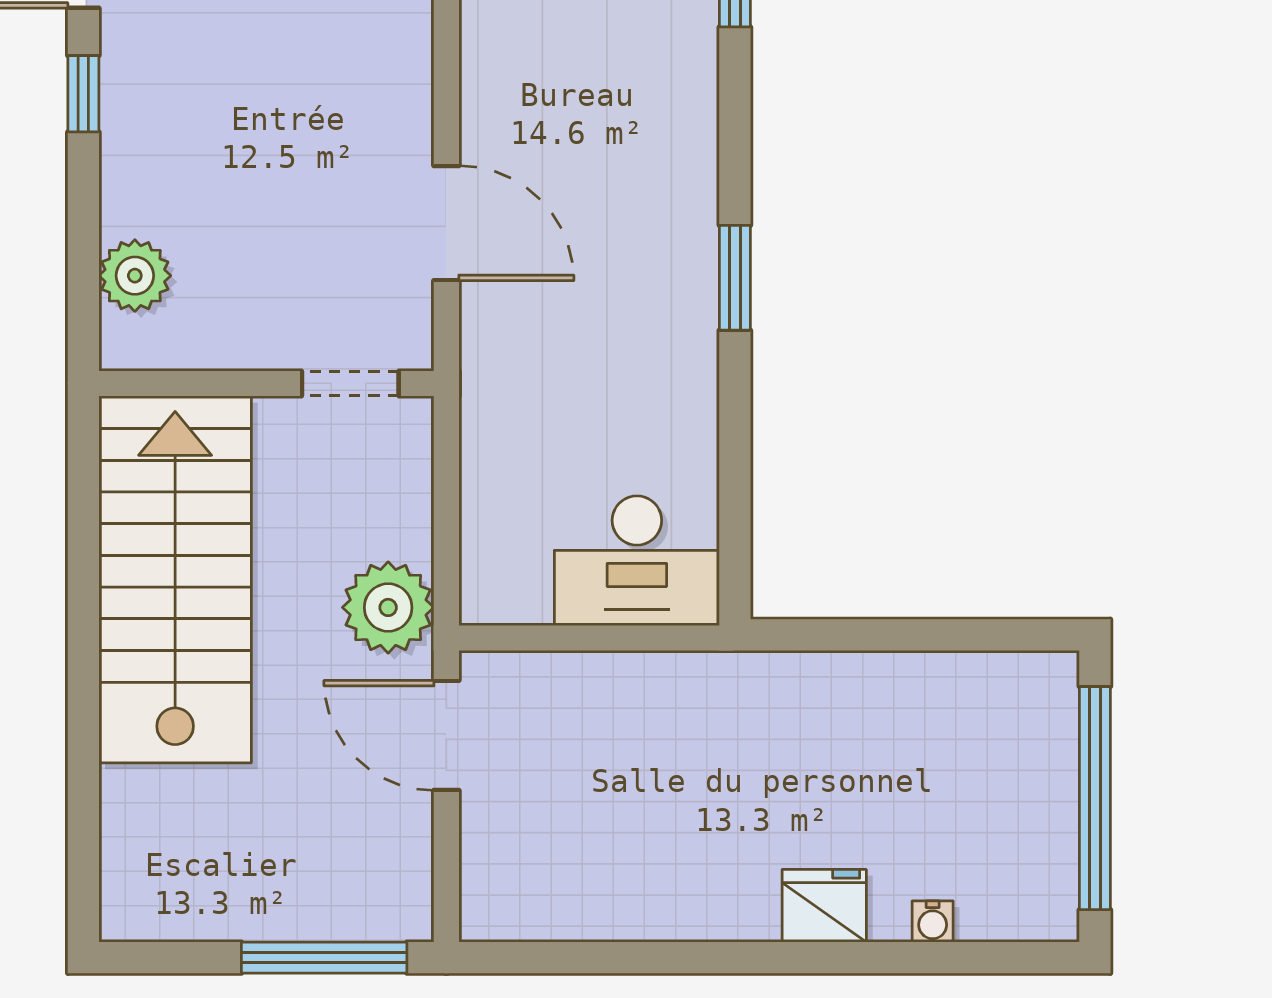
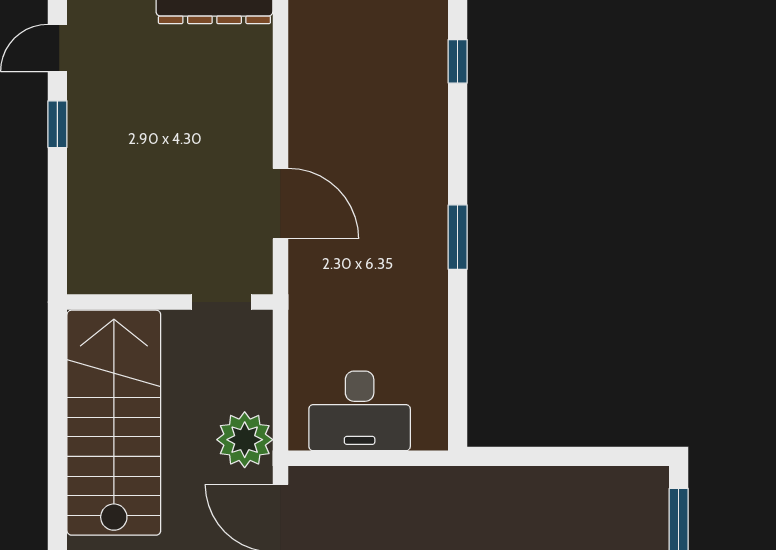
plant: (135, 276) -> (89, 236), removed
desk: (637, 561) -> (360, 411), moved

